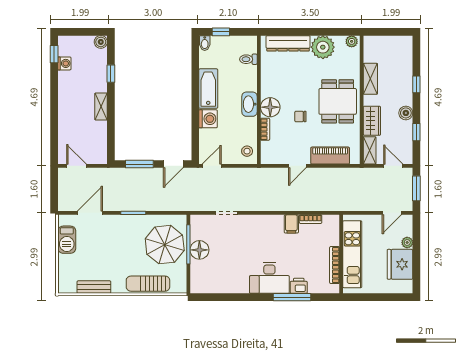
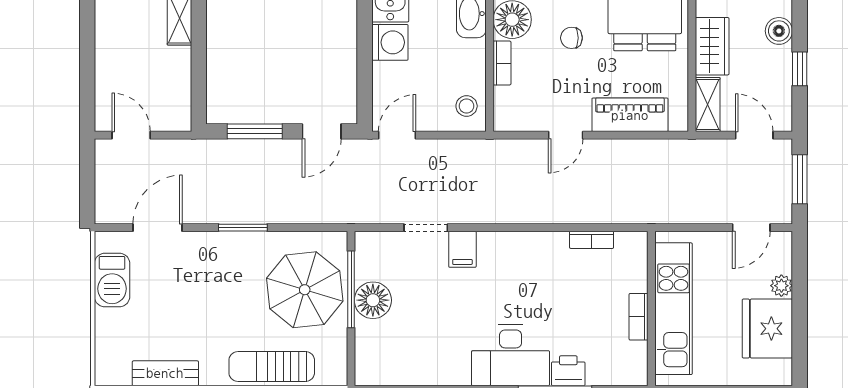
filing cabinet: (291, 224) -> (462, 249), moved
bookcase: (335, 265) -> (639, 317), width x0.64

